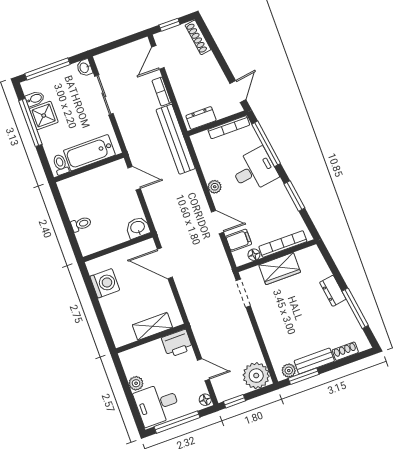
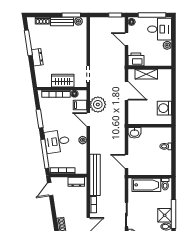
door: (165, 263) -> (126, 91), moved
plant: (256, 376) -> (98, 104), moved

